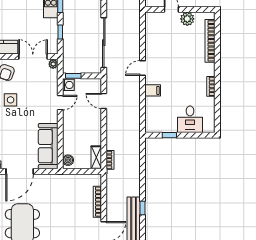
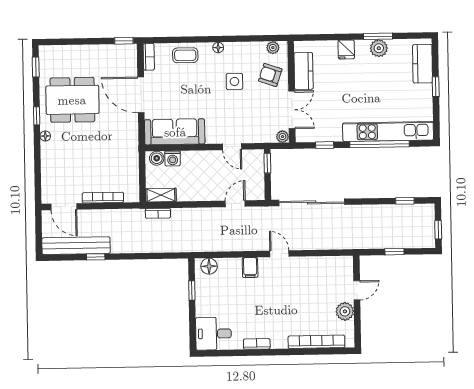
washing machine: (68, 85) -> (173, 158), moved
desk: (190, 119) -> (213, 334), moved
floor lamp: (151, 122) -> (209, 266), added

